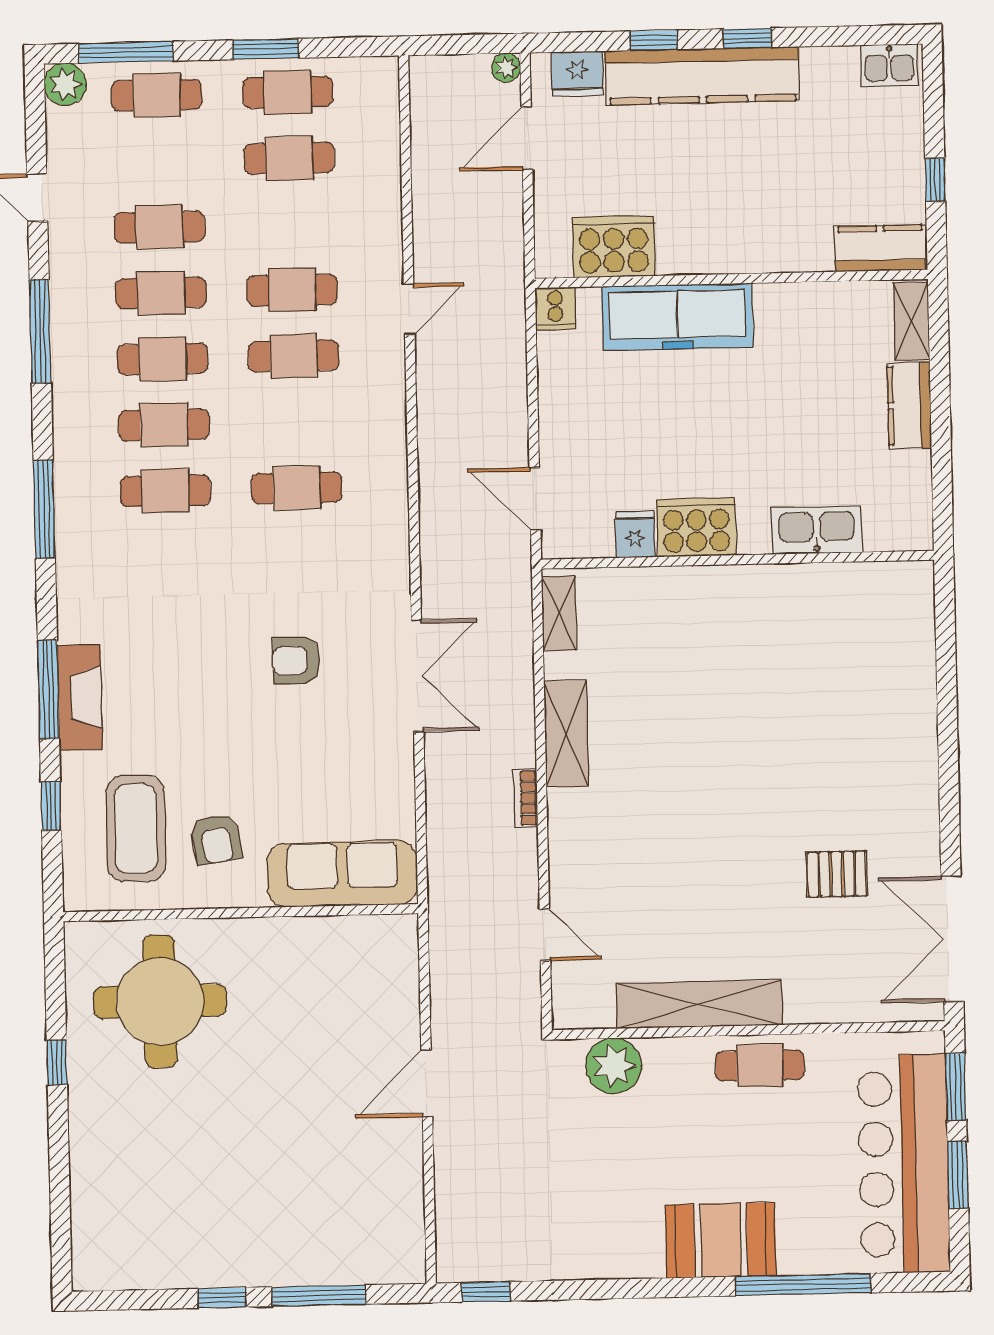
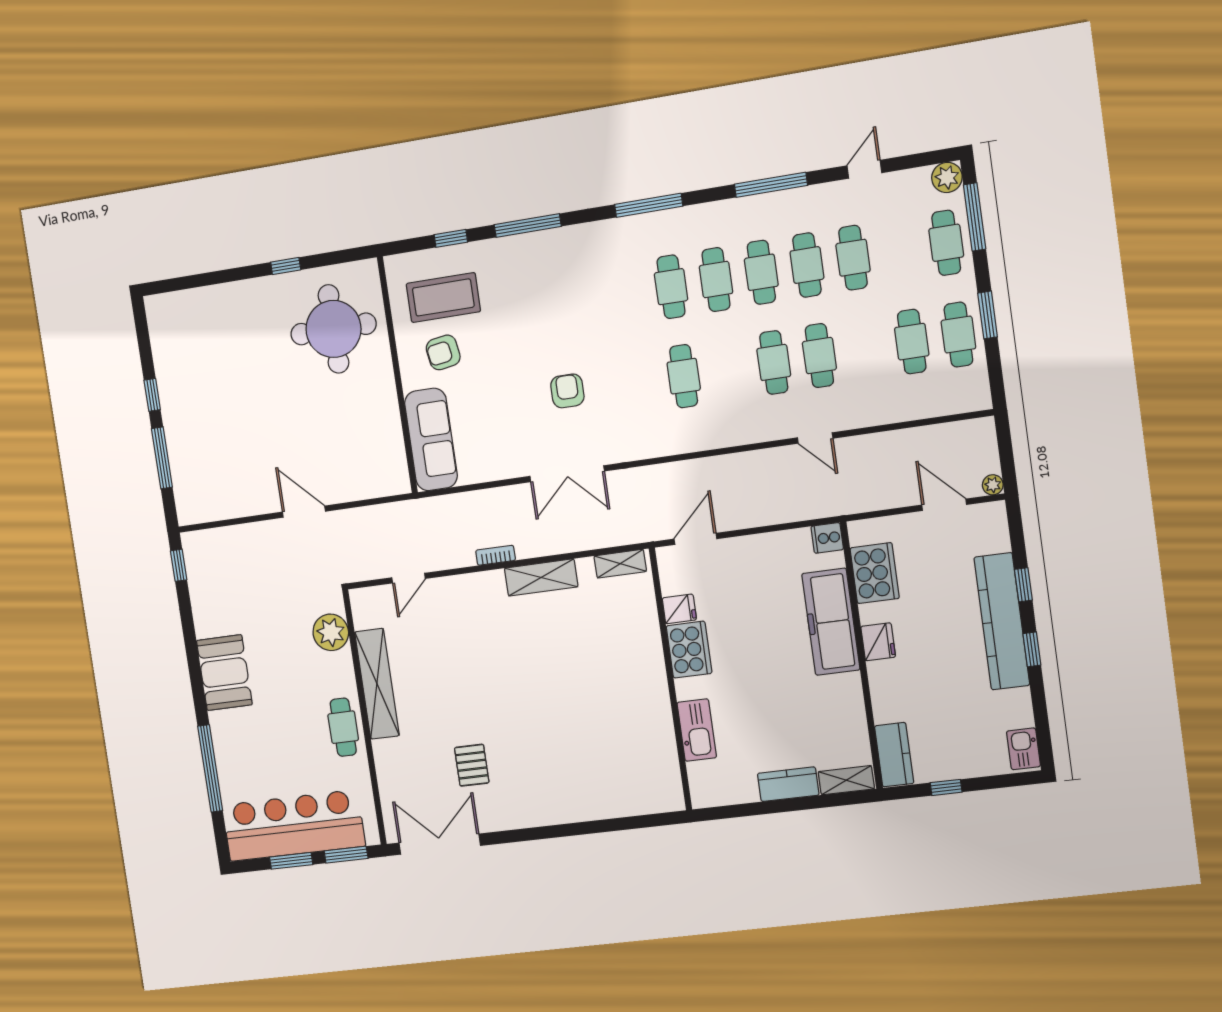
fridge: (577, 73) -> (878, 642), moved, turned 180
fireplace: (80, 697) -> (525, 248), removed
booth: (721, 1240) -> (224, 673), moved

